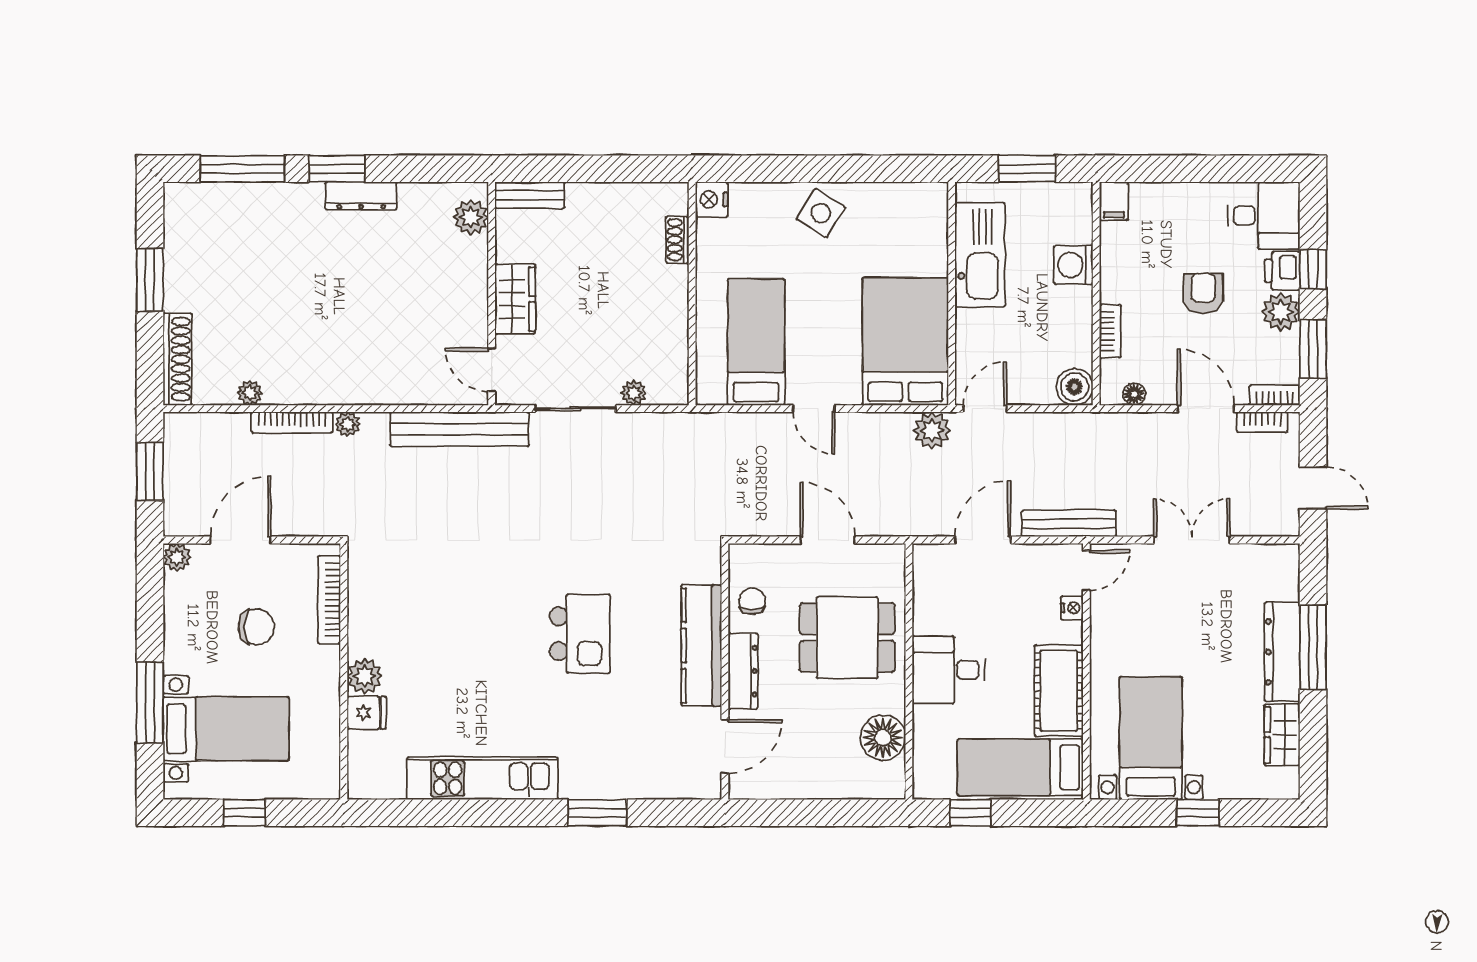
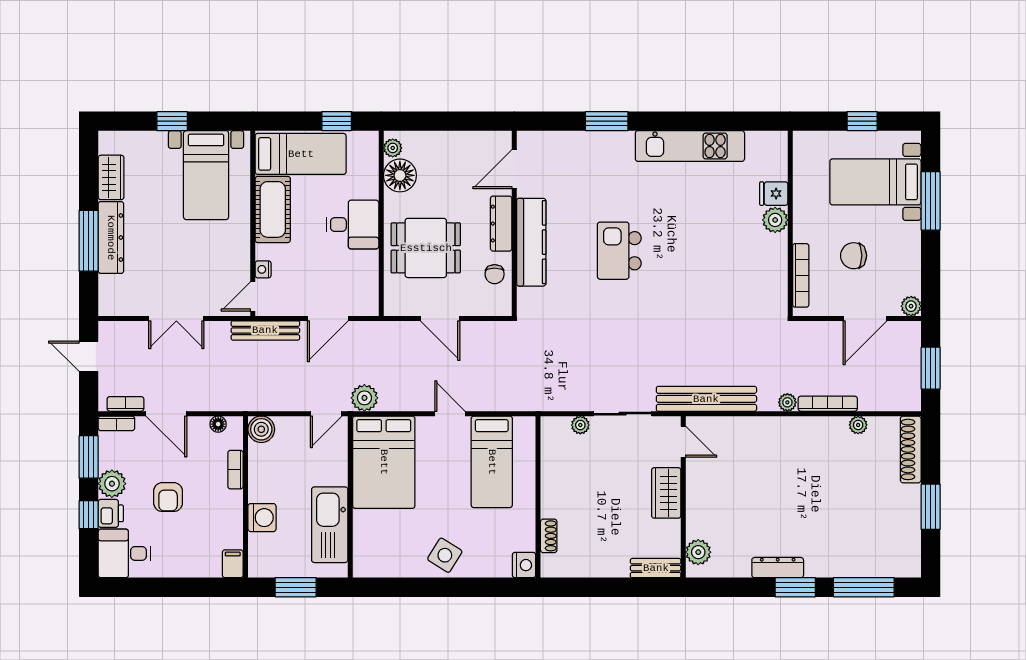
plant: (893, 776) -> (393, 148), added

